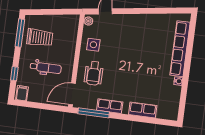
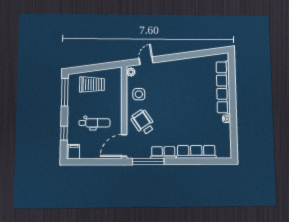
trolley: (40, 38) -> (92, 84), moved
wheelchair: (94, 73) -> (143, 122), turned 146
row of seats: (143, 110) -> (196, 152), width x1.48

